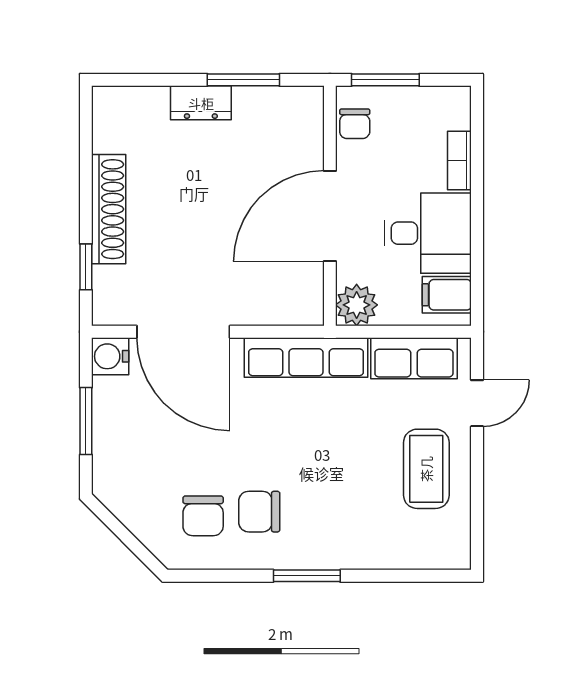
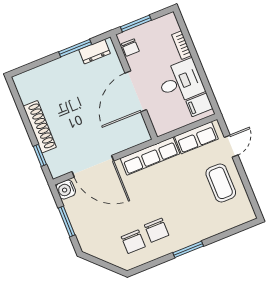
dresser: (201, 103) -> (95, 52), moved
plant: (357, 305) -> (163, 125), removed
chair: (259, 512) -> (157, 230), turned -90

